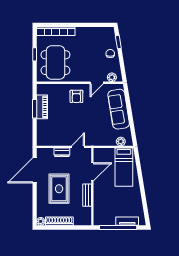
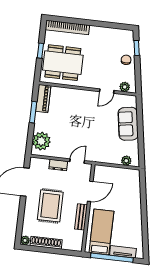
dining table: (55, 63) -> (63, 63), turned 90
armchair: (76, 96) -> (82, 104), removed
piano: (42, 107) -> (43, 99), moved
sofa: (119, 109) -> (128, 124), width x0.73
plant: (45, 133) -> (41, 141), added
bed: (124, 167) -> (101, 232), moved, turned 180

